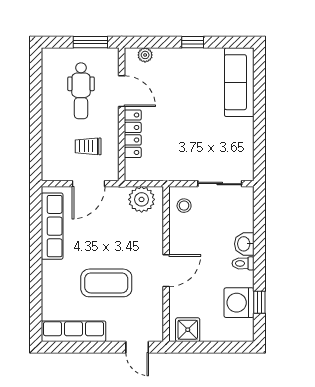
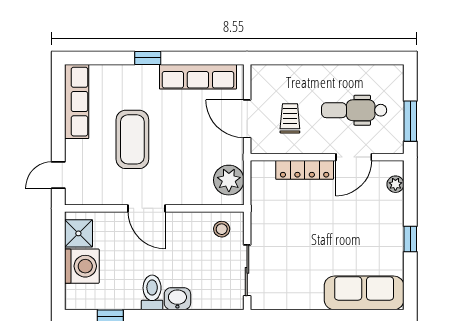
toilet: (243, 263) -> (152, 292), width x1.37, depth x1.39
window: (36, 270) -> (148, 58), added
washing machine: (239, 303) -> (82, 266), moved, turned 90

